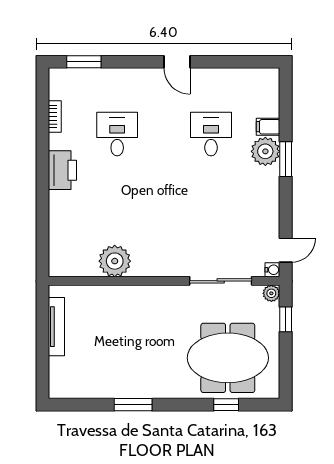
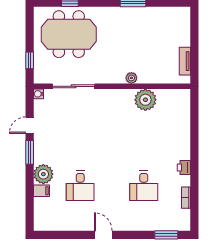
window: (286, 159) -> (30, 152), moved
printer: (62, 170) -> (184, 167), width x0.53, depth x0.68
door: (286, 250) -> (30, 125), moved
plant: (271, 293) -> (131, 78), moved
tv unit: (56, 327) -> (185, 61), width x0.71

